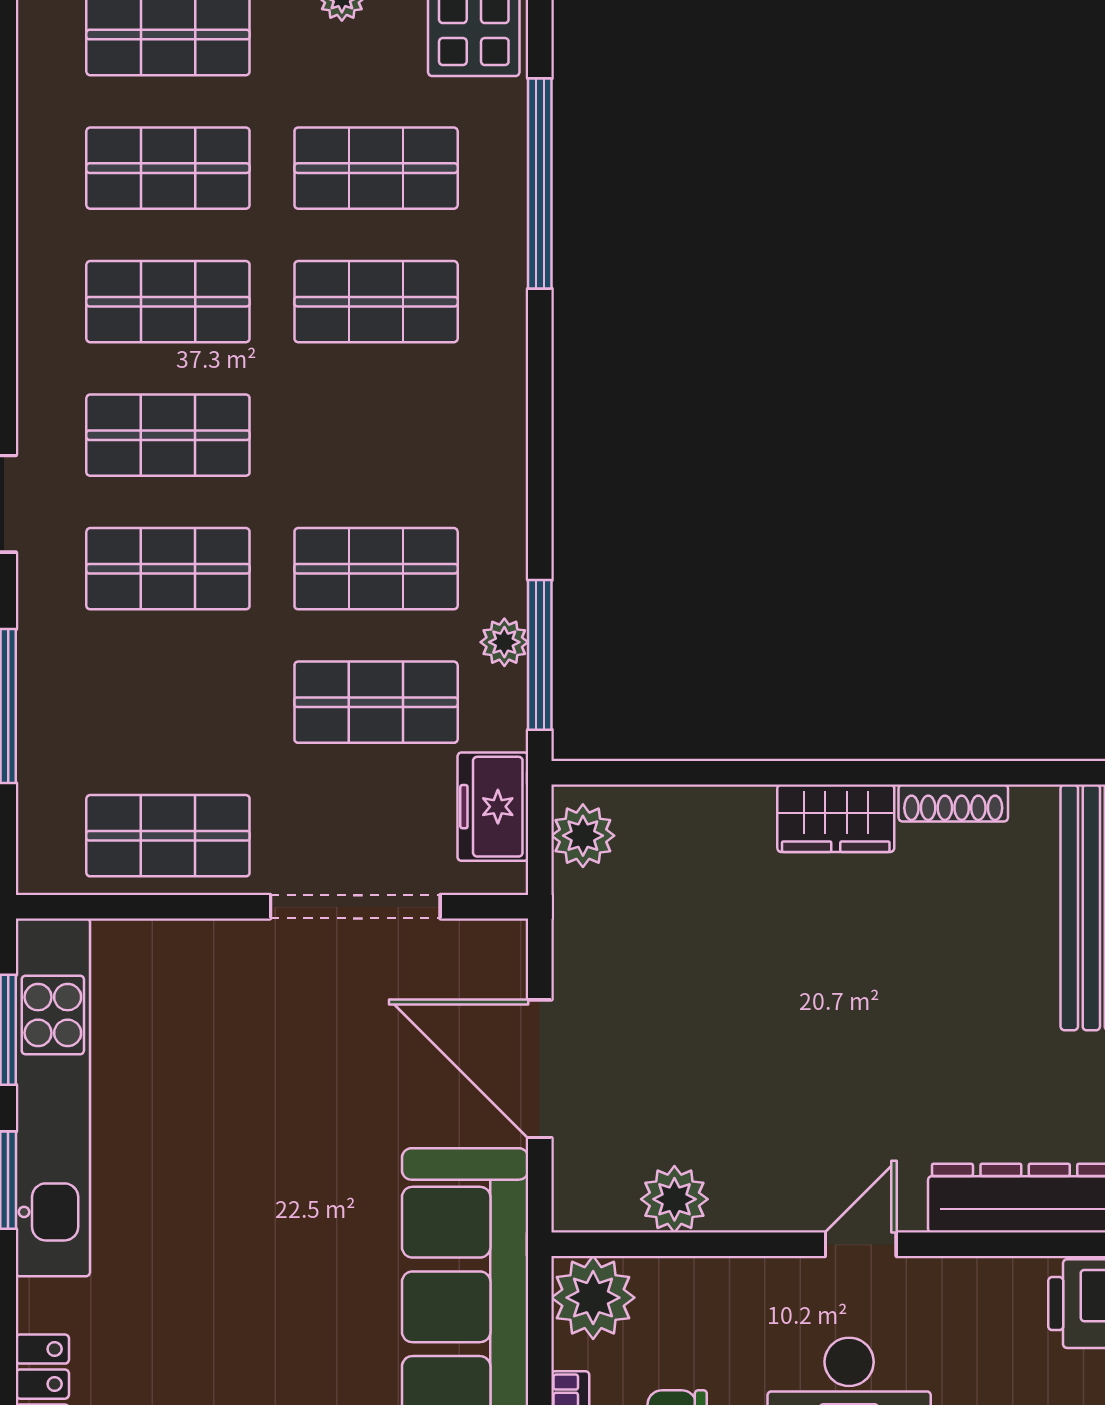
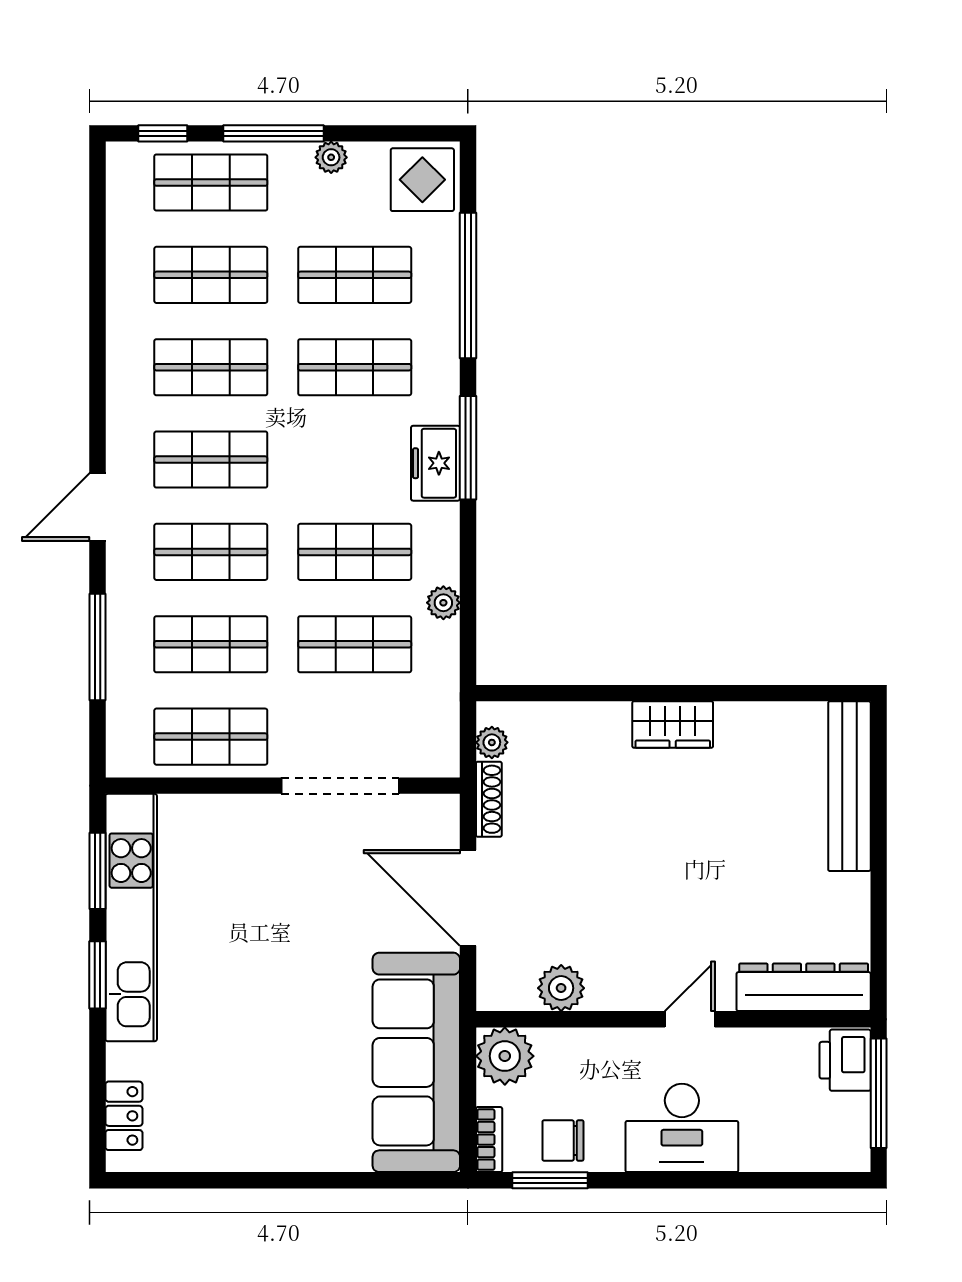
window: (540, 655) -> (468, 448), moved
shop shelf: (168, 702) -> (211, 644), added
shoe rack: (953, 803) -> (489, 799), moved, turned -90
freezer: (493, 807) -> (436, 463), moved
plant: (583, 836) -> (492, 742), width x0.73, depth x0.73

